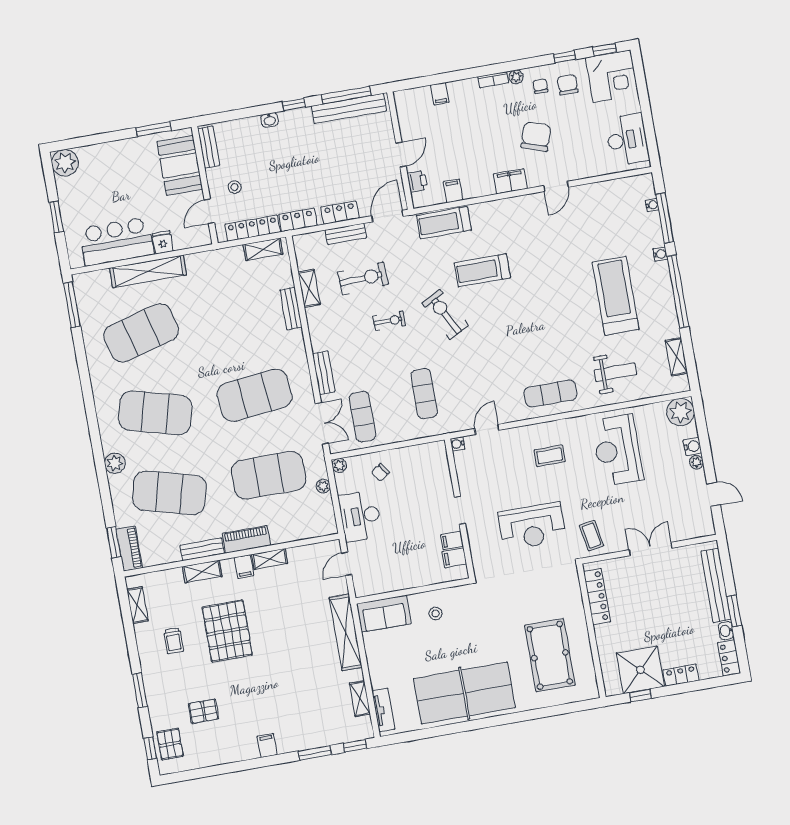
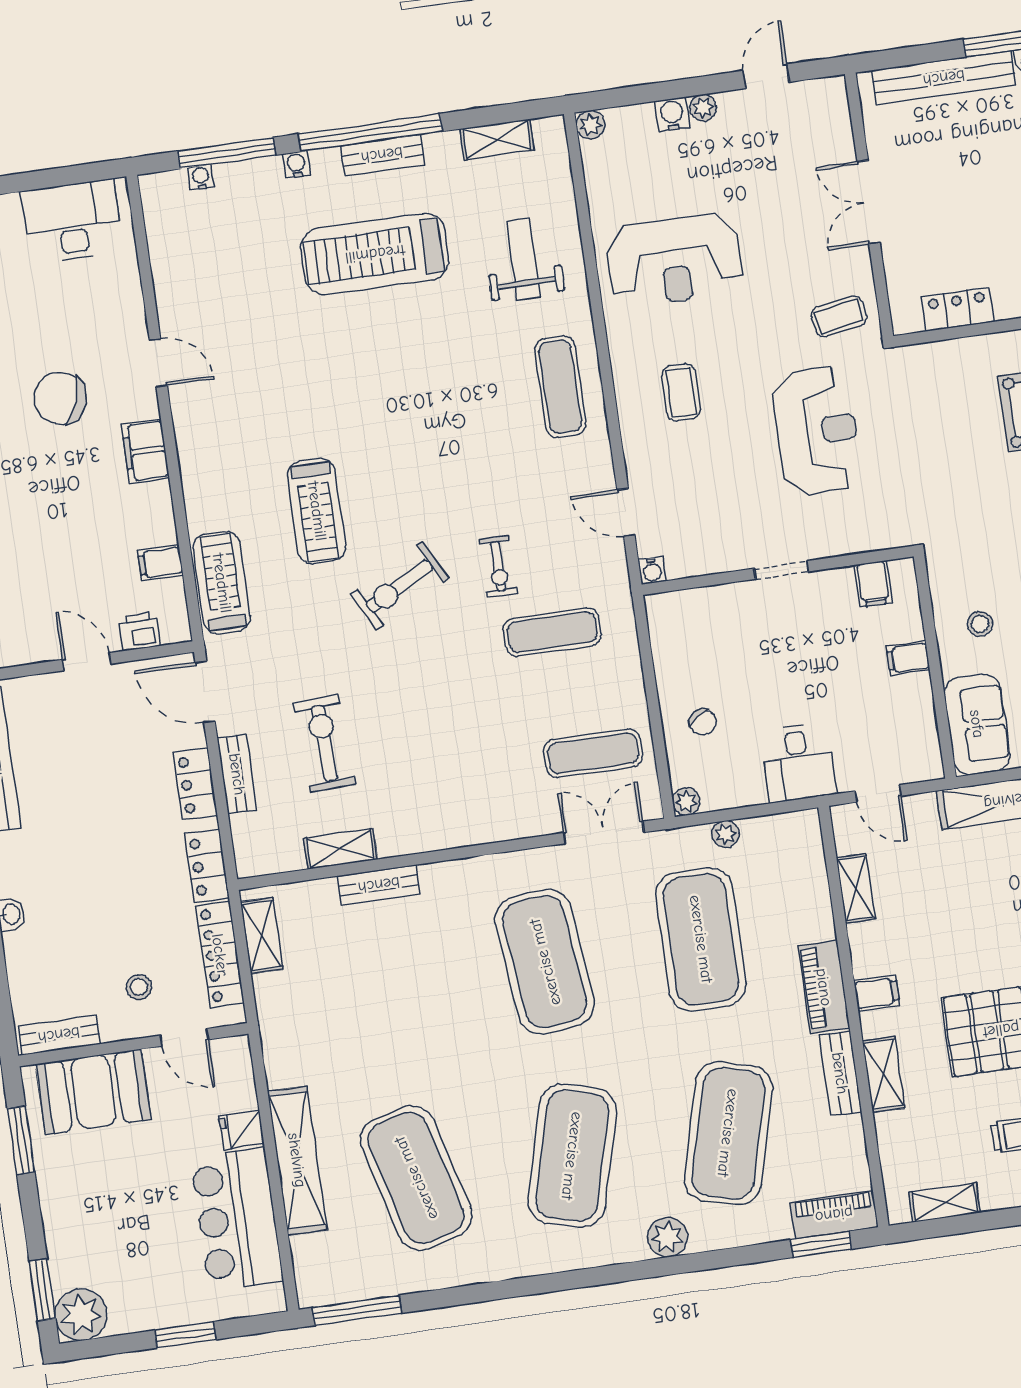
window: (77, 143) -> (42, 1290), added
treadmill: (444, 223) -> (222, 583), turned 180
exercise bike: (389, 321) -> (498, 566), moved, turned 180
bench: (324, 373) -> (382, 155), moved
plant: (680, 412) -> (591, 125), width x0.53, depth x0.53
desk: (360, 516) -> (798, 763), width x0.73
filing cabinet: (452, 541) -> (908, 658), moved, turned 90
shelving: (270, 559) -> (856, 889), moved
locker: (597, 597) -> (958, 309), width x0.66

